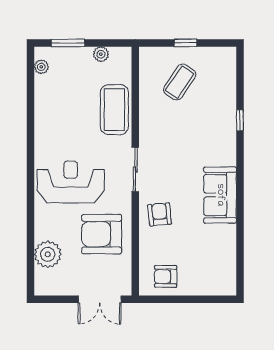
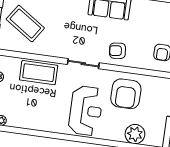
coffee table: (180, 82) -> (25, 24), width x1.36, depth x1.32
reception desk: (71, 182) -> (86, 111), turned 180

